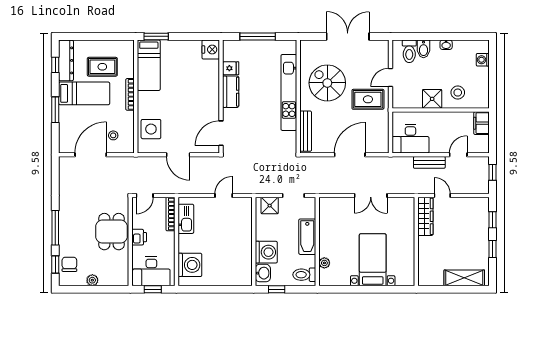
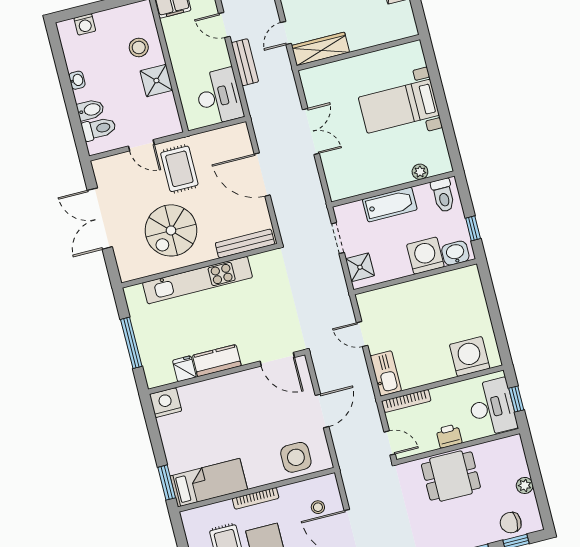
kitchen sink: (186, 219) -> (386, 373), moved, turned 90

